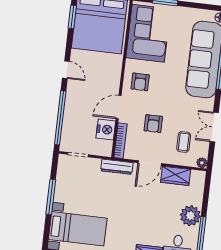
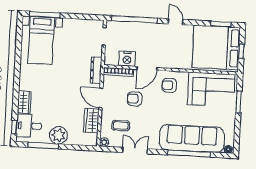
door: (66, 70) -> (176, 22), swing flipped
door: (119, 107) -> (147, 68), swing flipped
window: (51, 197) -> (45, 15), moved

